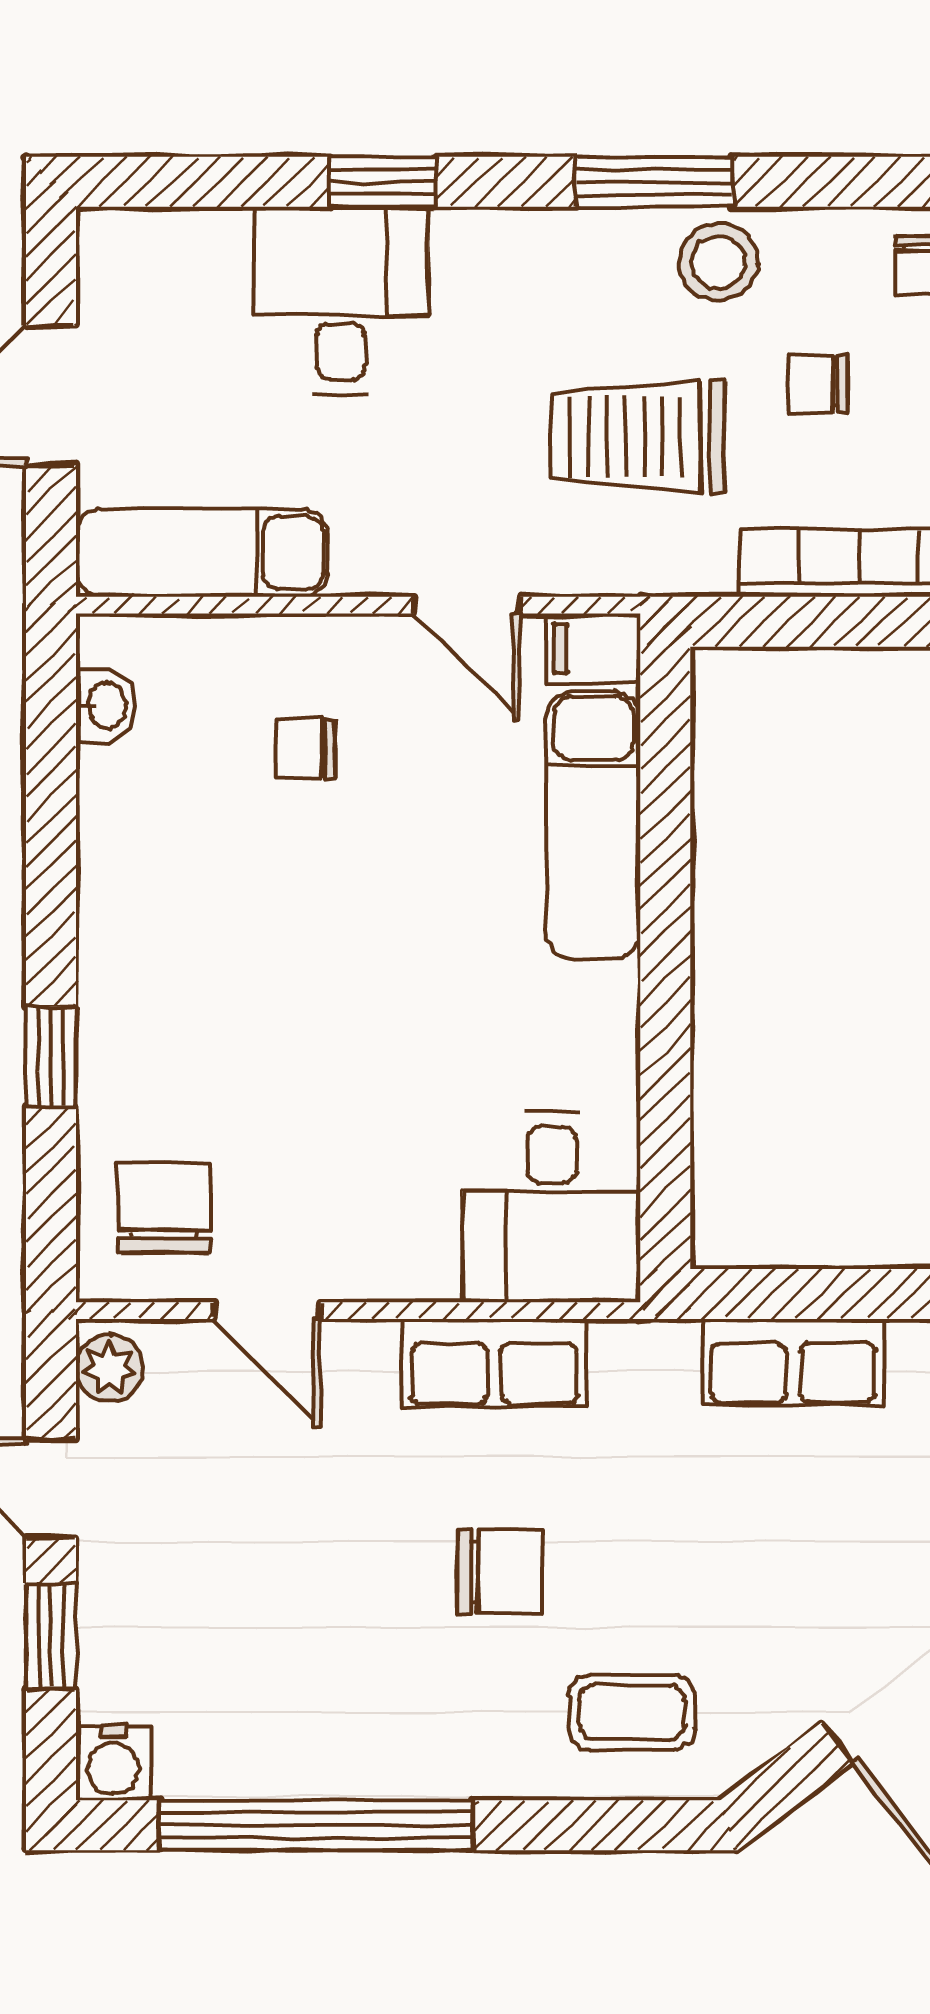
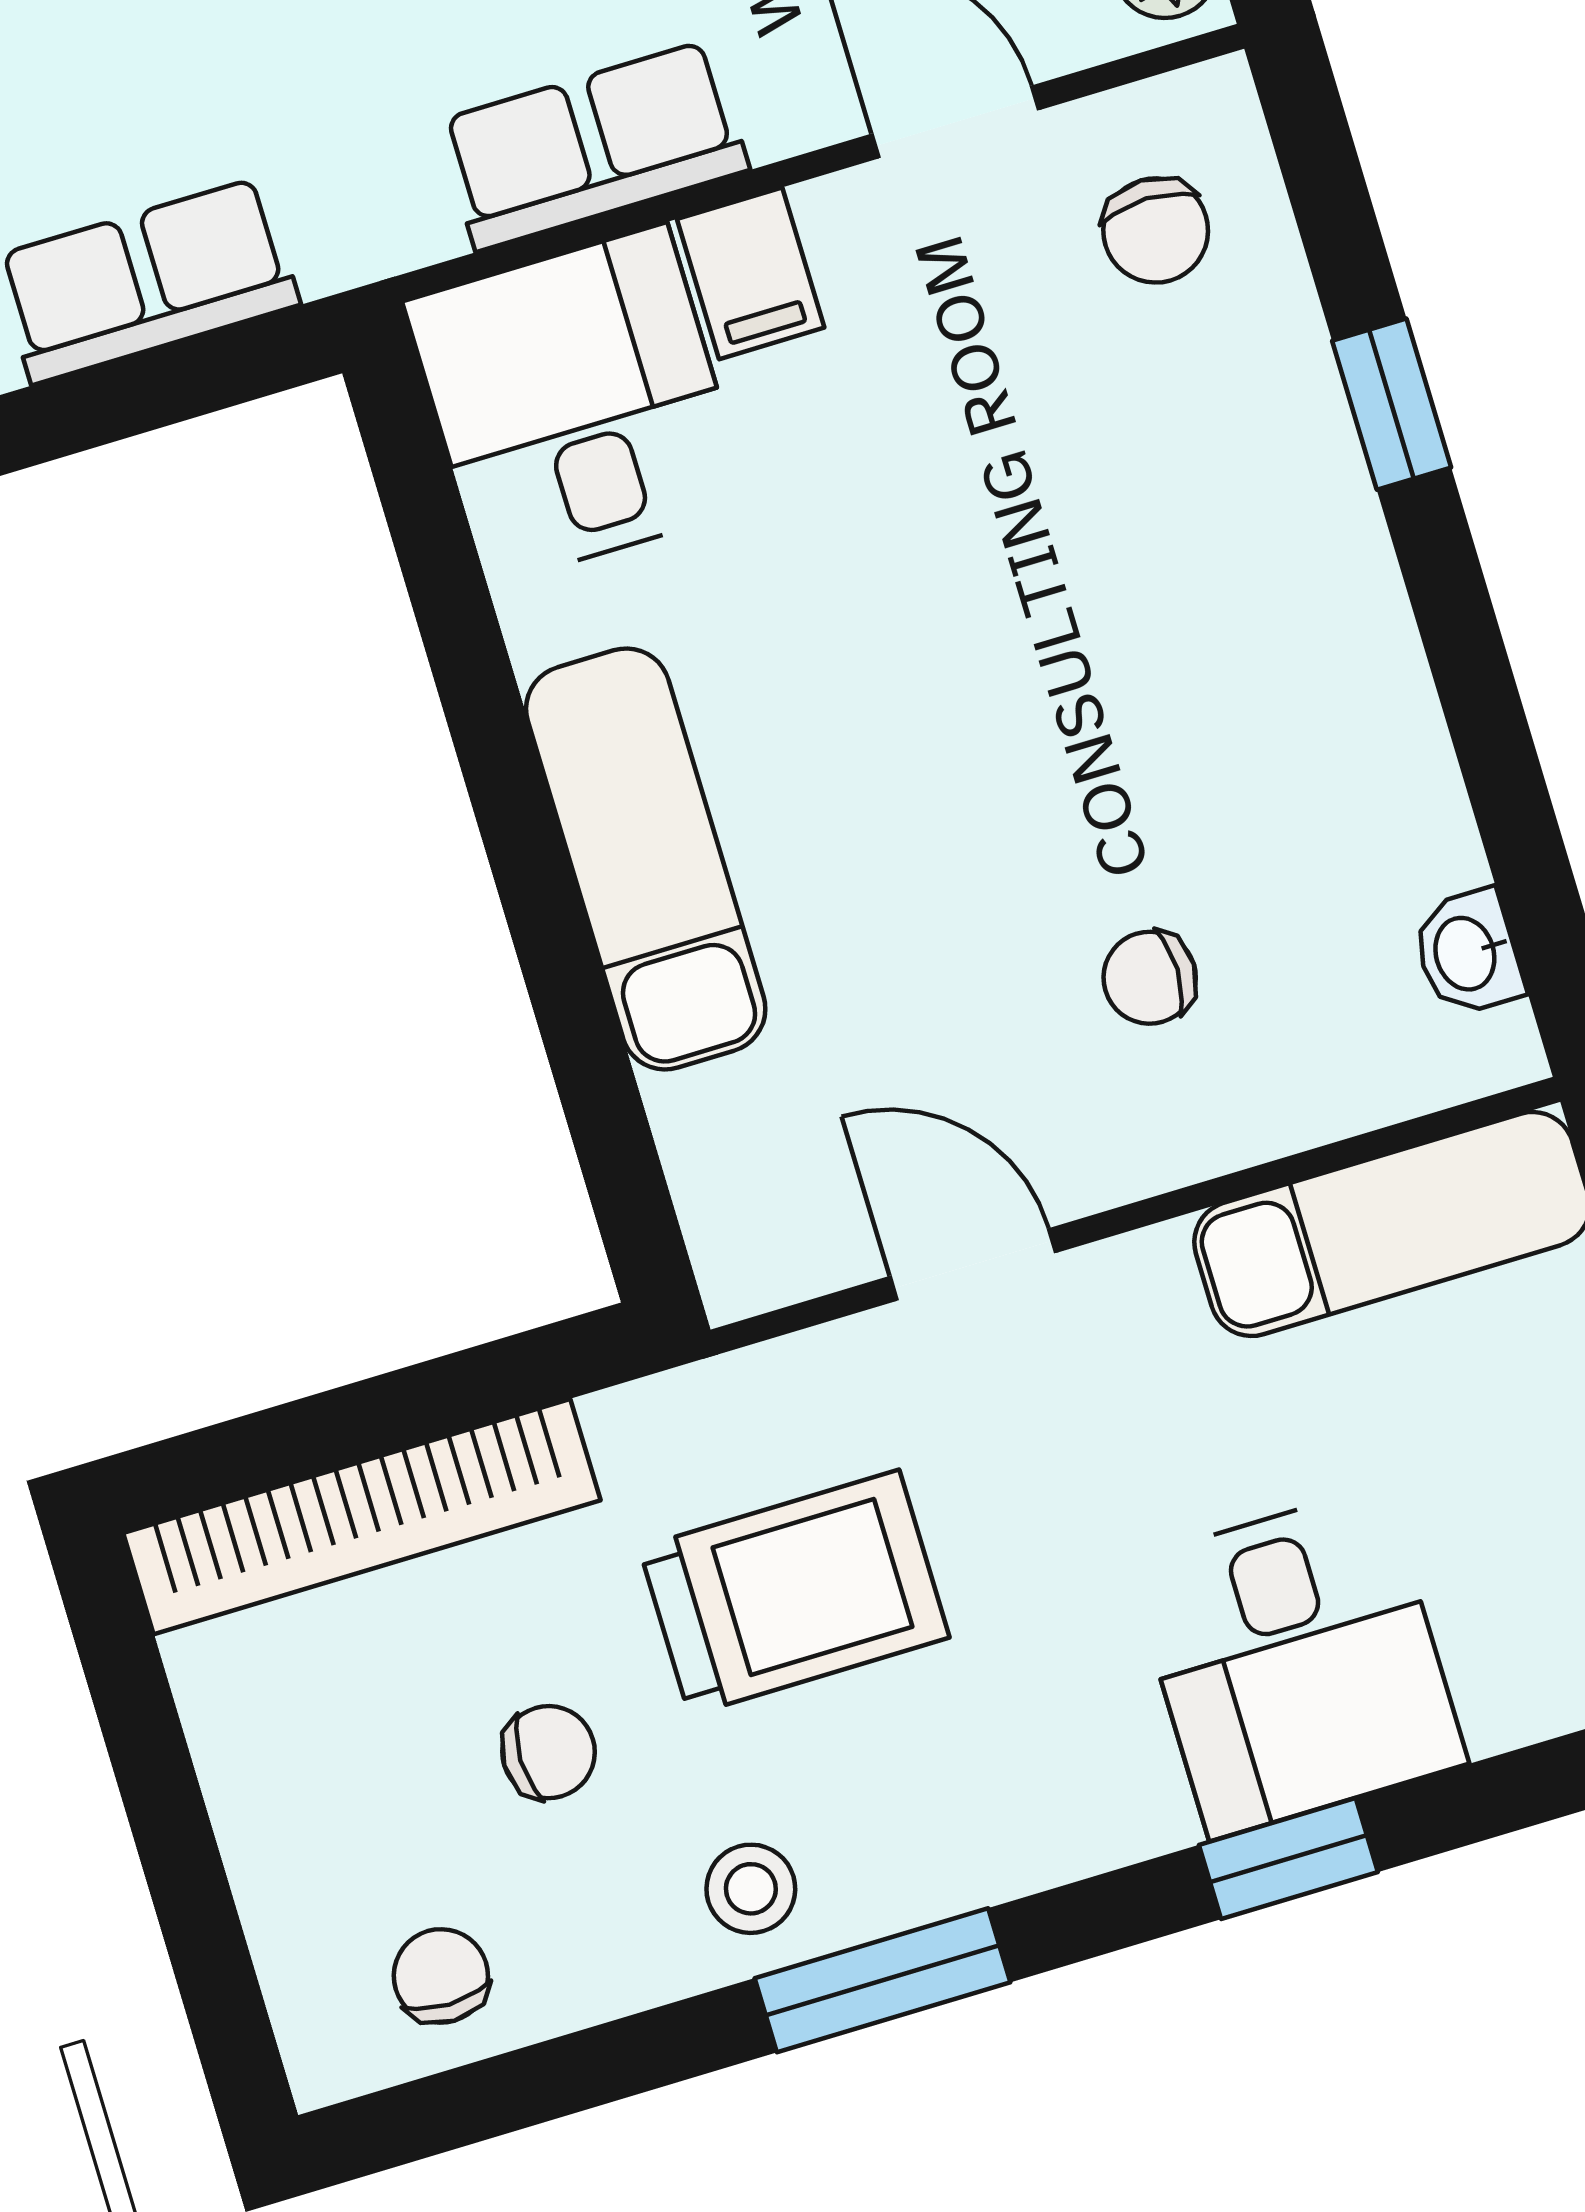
stool: (719, 262) -> (751, 1889), width x0.73, depth x0.73
filing cabinet: (593, 649) -> (751, 273), moved, turned 90
chair: (305, 749) -> (1150, 978), turned 180
exam couch: (593, 825) -> (646, 859), moved
chair: (164, 1207) -> (1156, 230), width x0.73, depth x0.73

